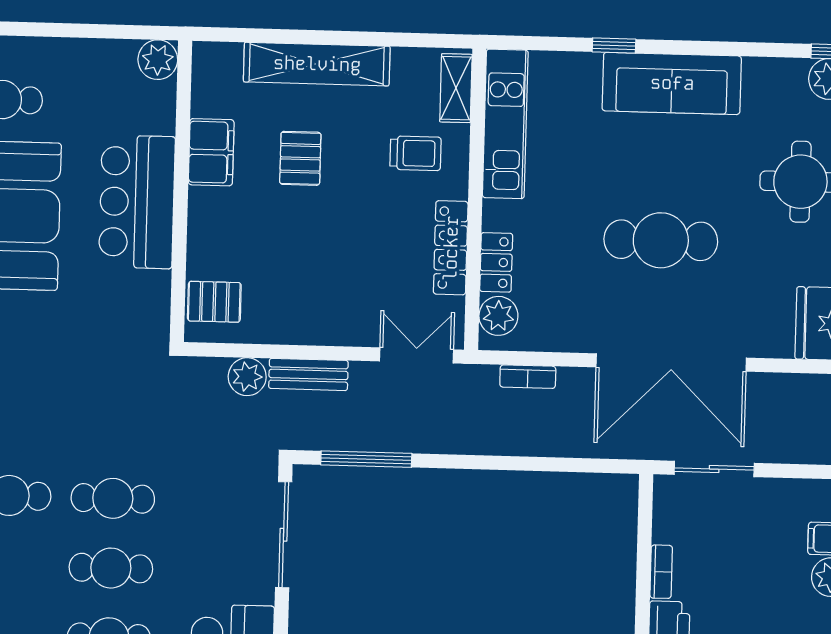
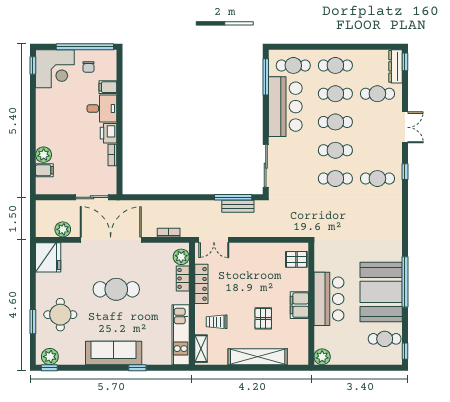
filing cabinet: (211, 152) -> (299, 305), moved
bench: (308, 374) -> (238, 206), moved
plant: (247, 377) -> (63, 229), moved

